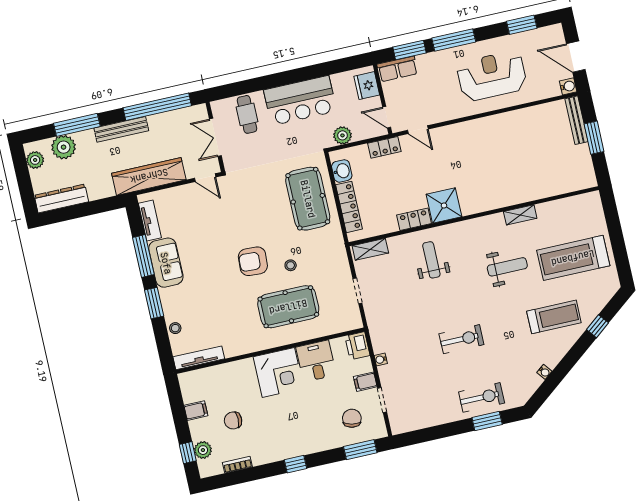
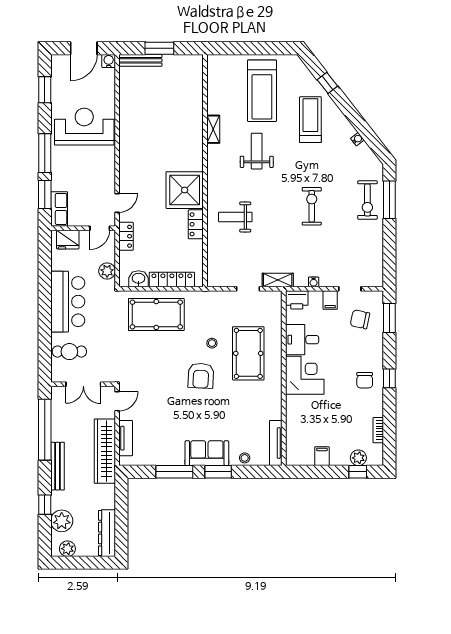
reception desk: (492, 76) -> (84, 127), turned 90
window: (77, 125) -> (45, 505), width x0.46
shower: (444, 205) -> (185, 190), width x1.37, depth x1.37
tv unit: (150, 220) -> (126, 438), moved, turned 90
shelving: (370, 249) -> (278, 280), moved, turned 90
sofa: (166, 263) -> (207, 453), moved
exercise bike: (482, 397) -> (367, 200), turned 180
chair: (233, 420) -> (365, 380), moved
window: (487, 421) -> (389, 200), width x1.44

